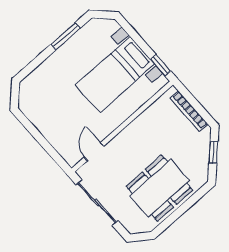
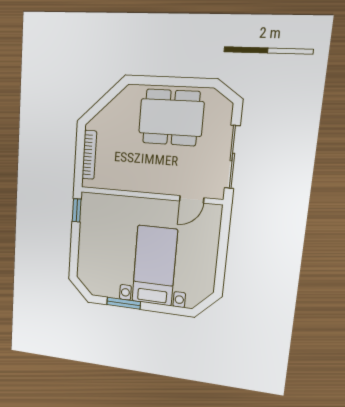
bed with nightstands: (115, 74) -> (155, 266), moved, turned -90
window: (213, 152) -> (102, 104), removed

